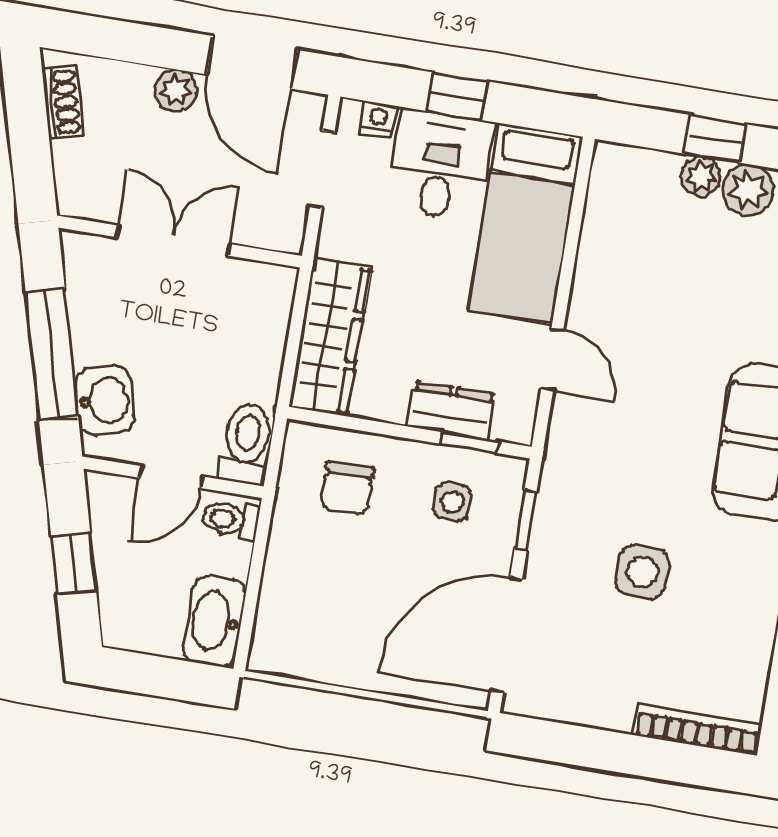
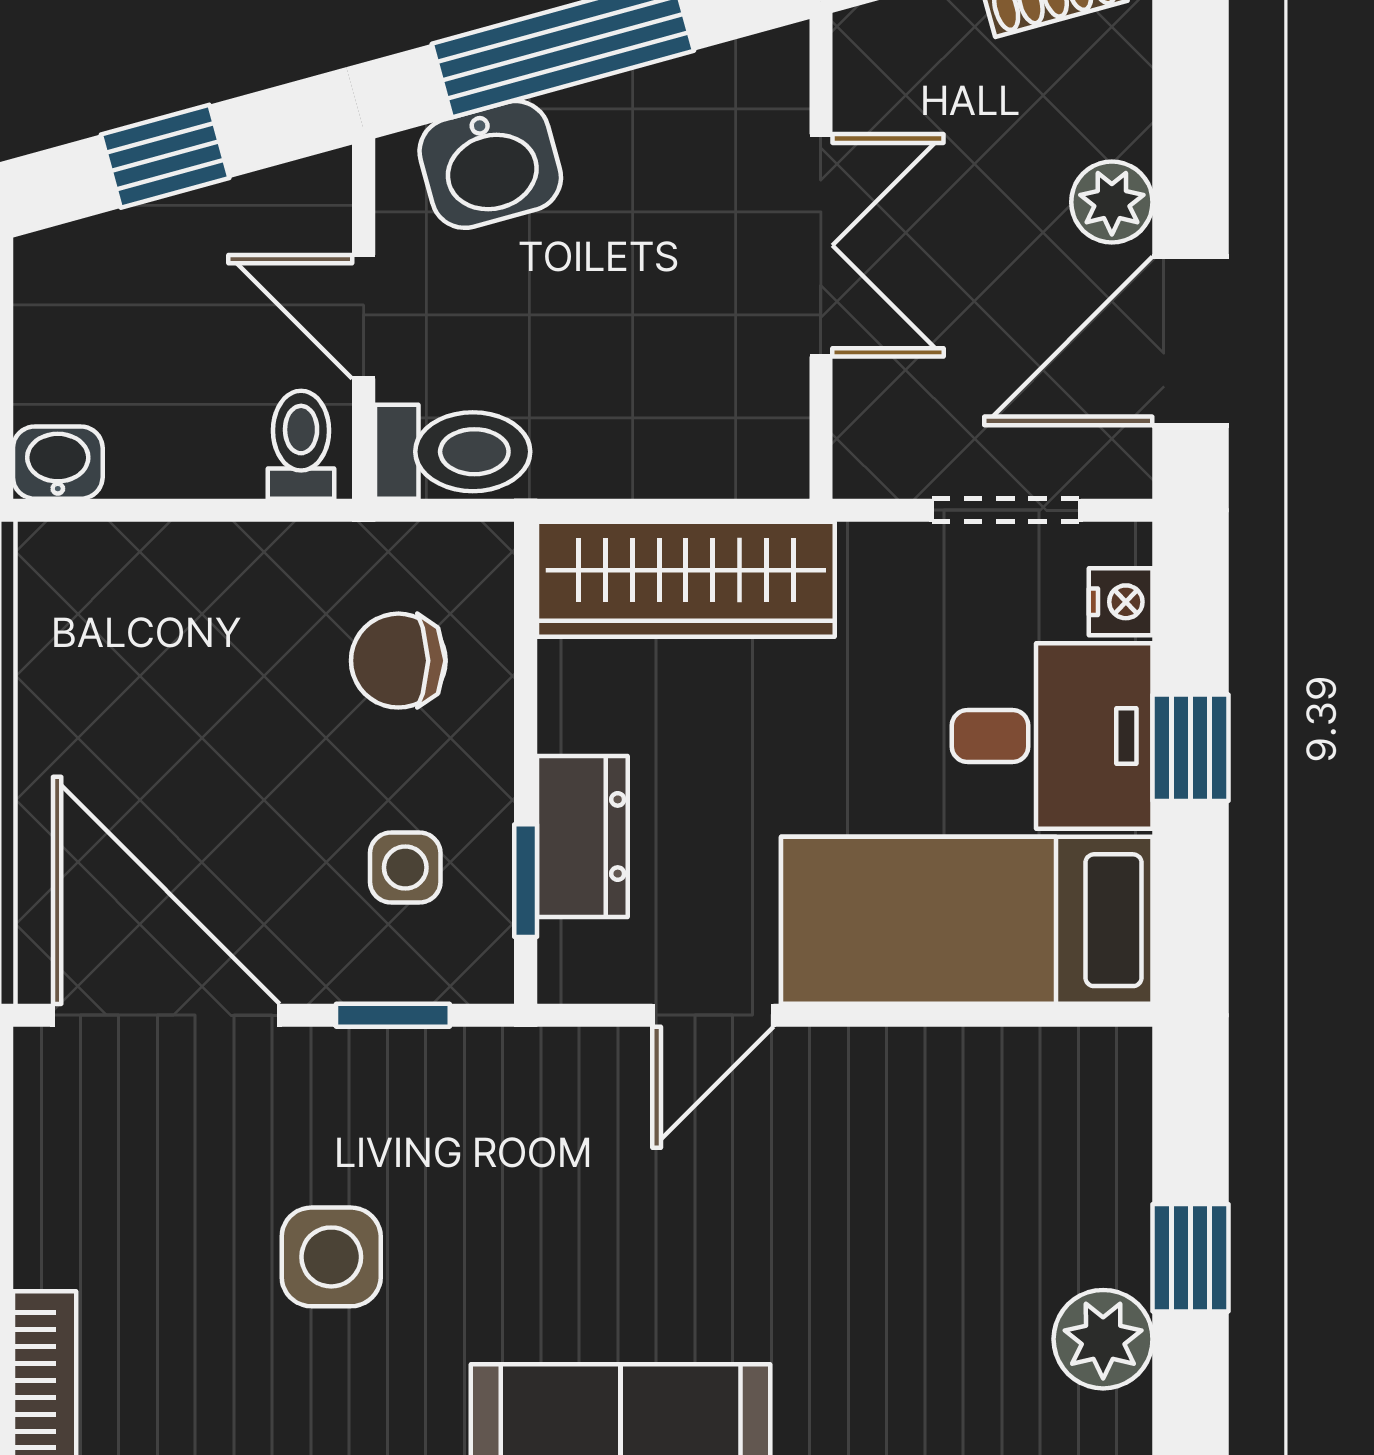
plant: (701, 176) -> (1114, 1244), removed
washbasin: (214, 621) -> (58, 463), width x0.52, depth x0.69

